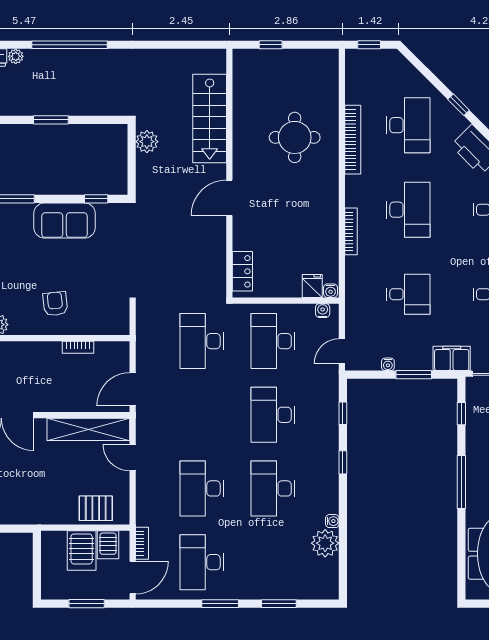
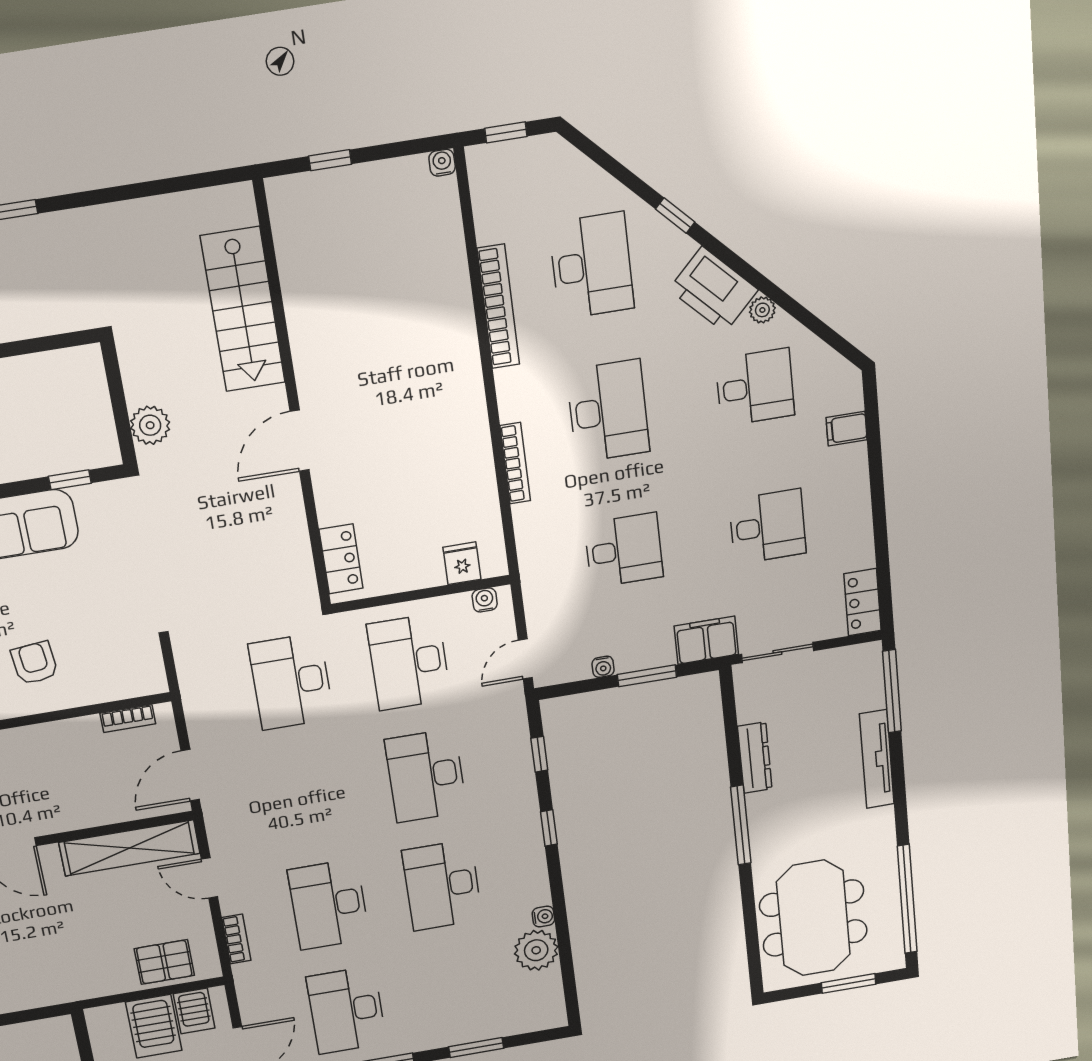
round table: (295, 137) -> (397, 319), removed
plant: (147, 142) -> (150, 425), moved
water cooler: (331, 291) -> (442, 163), moved, turned 180
bookcase: (78, 347) -> (128, 719), moved
window: (461, 414) -> (731, 723), removed
dresser: (474, 439) -> (755, 758), added
bookcase: (142, 543) -> (236, 939), moved

